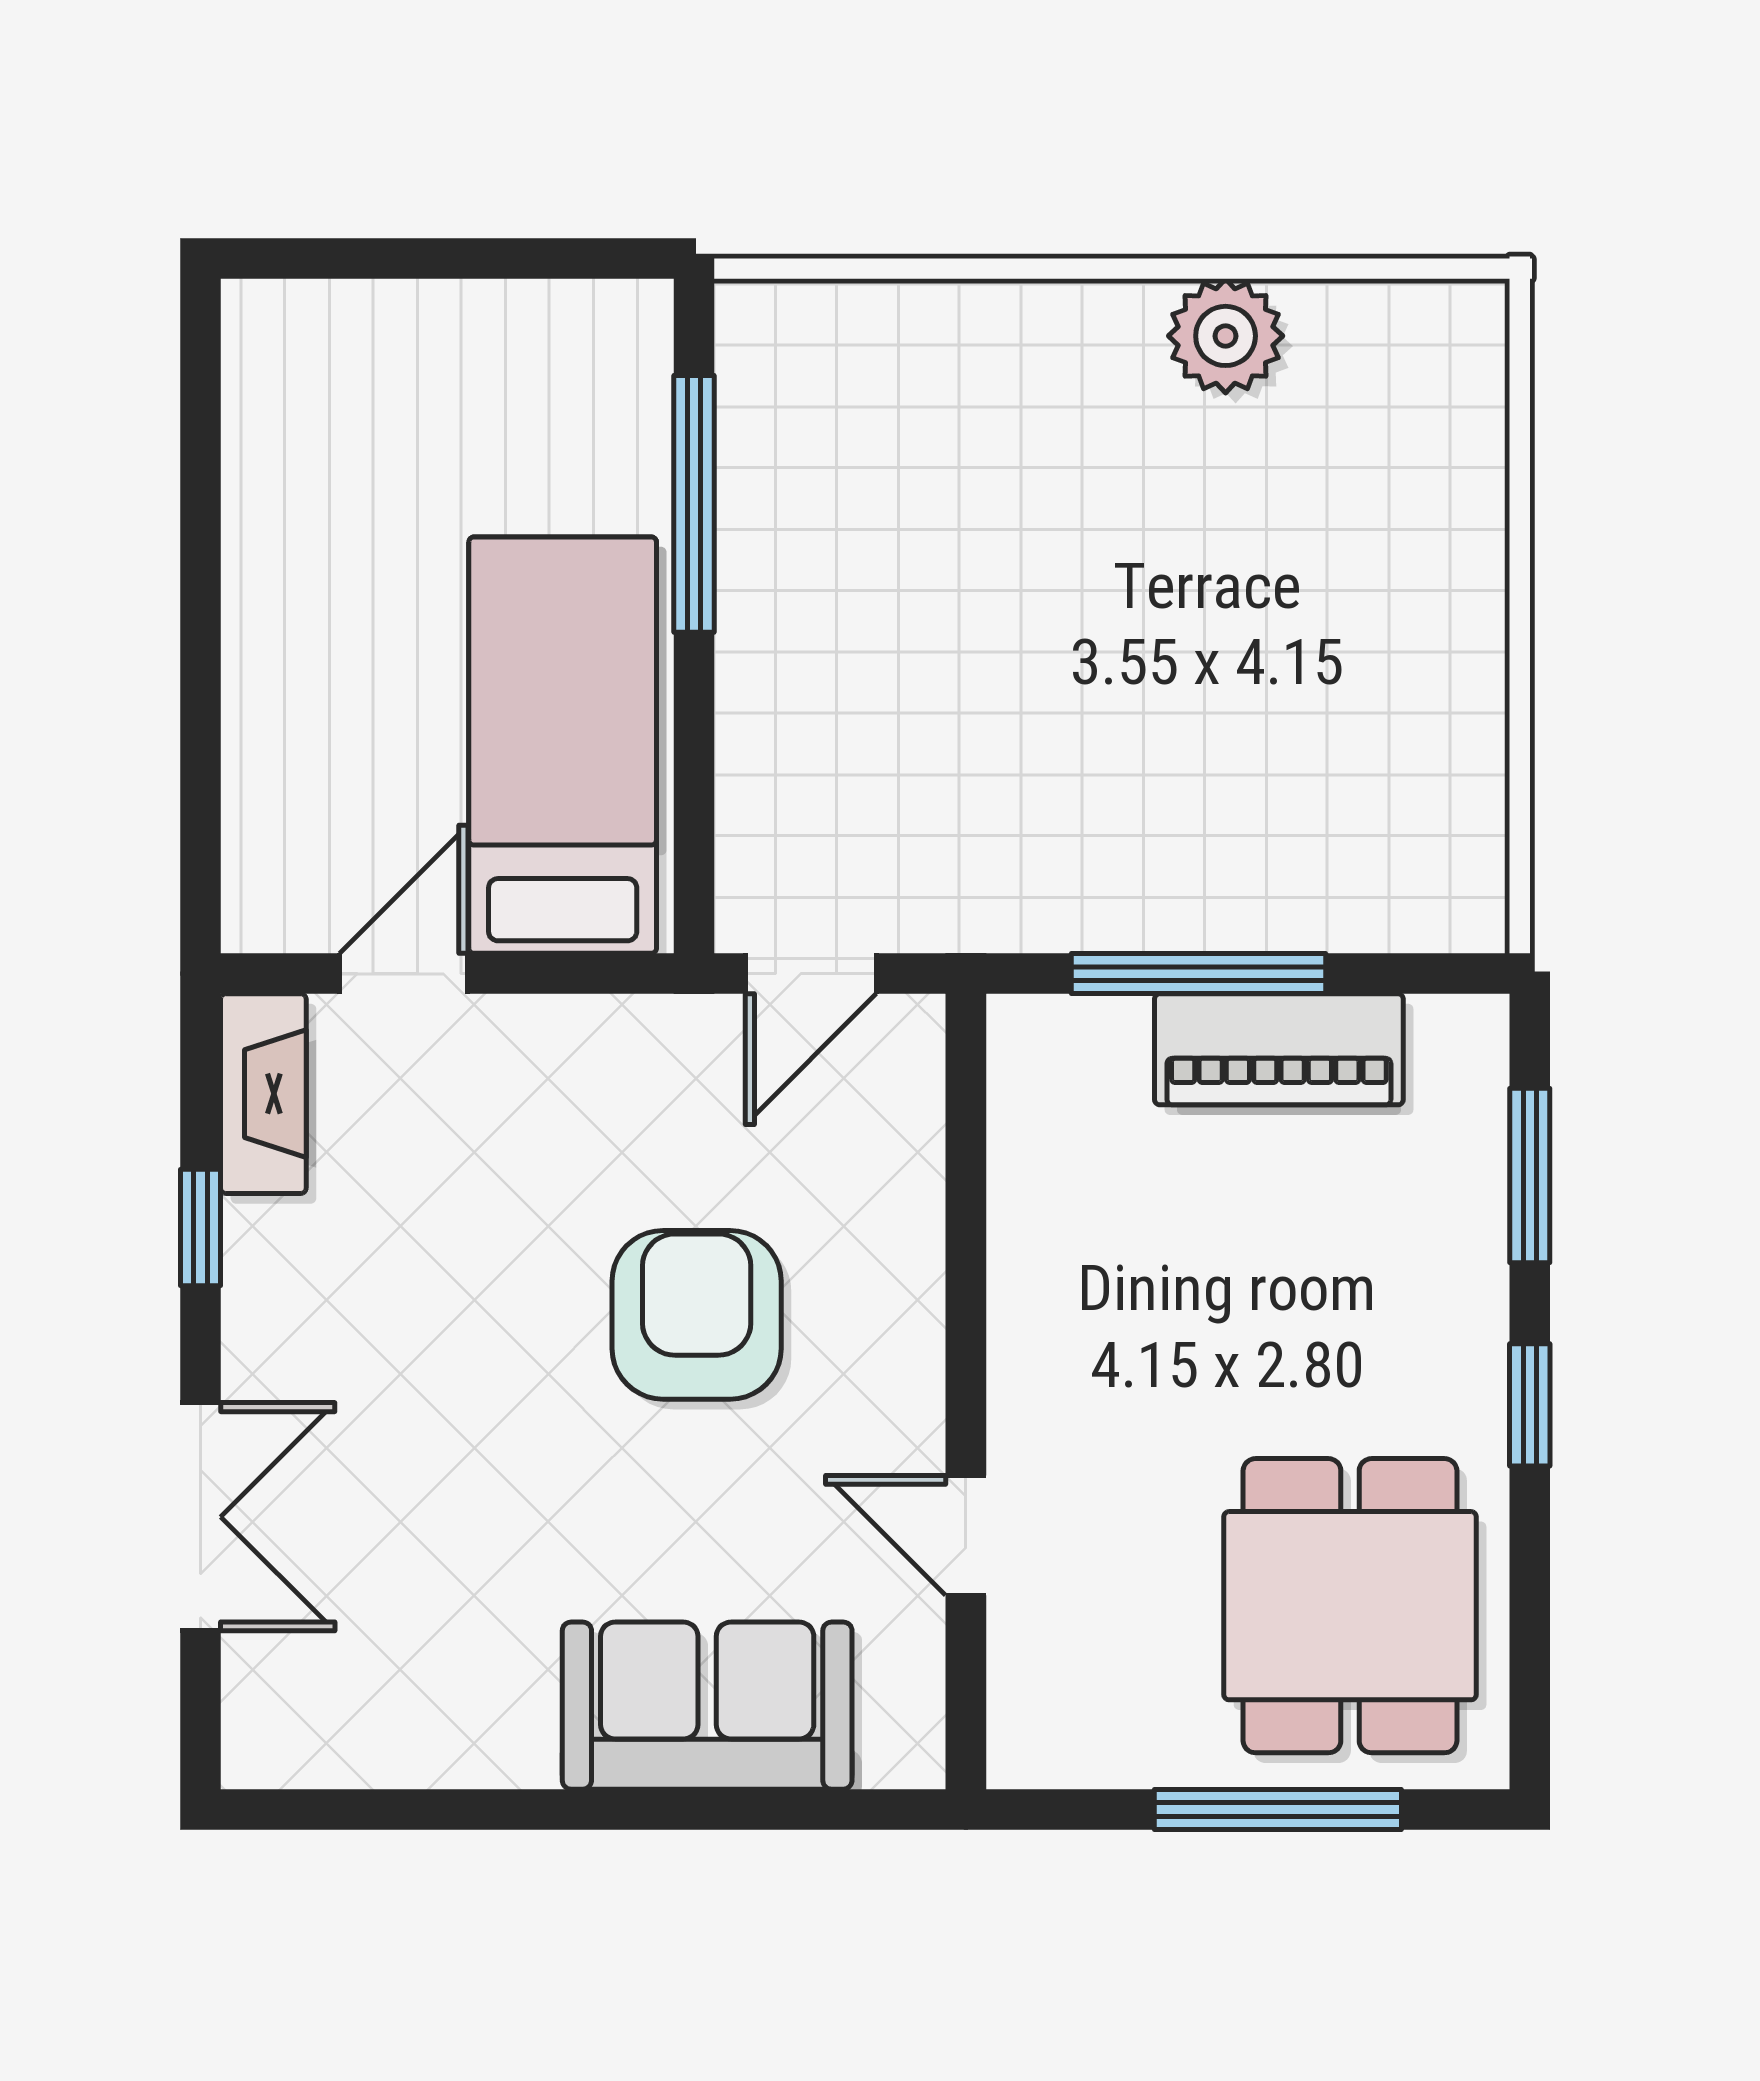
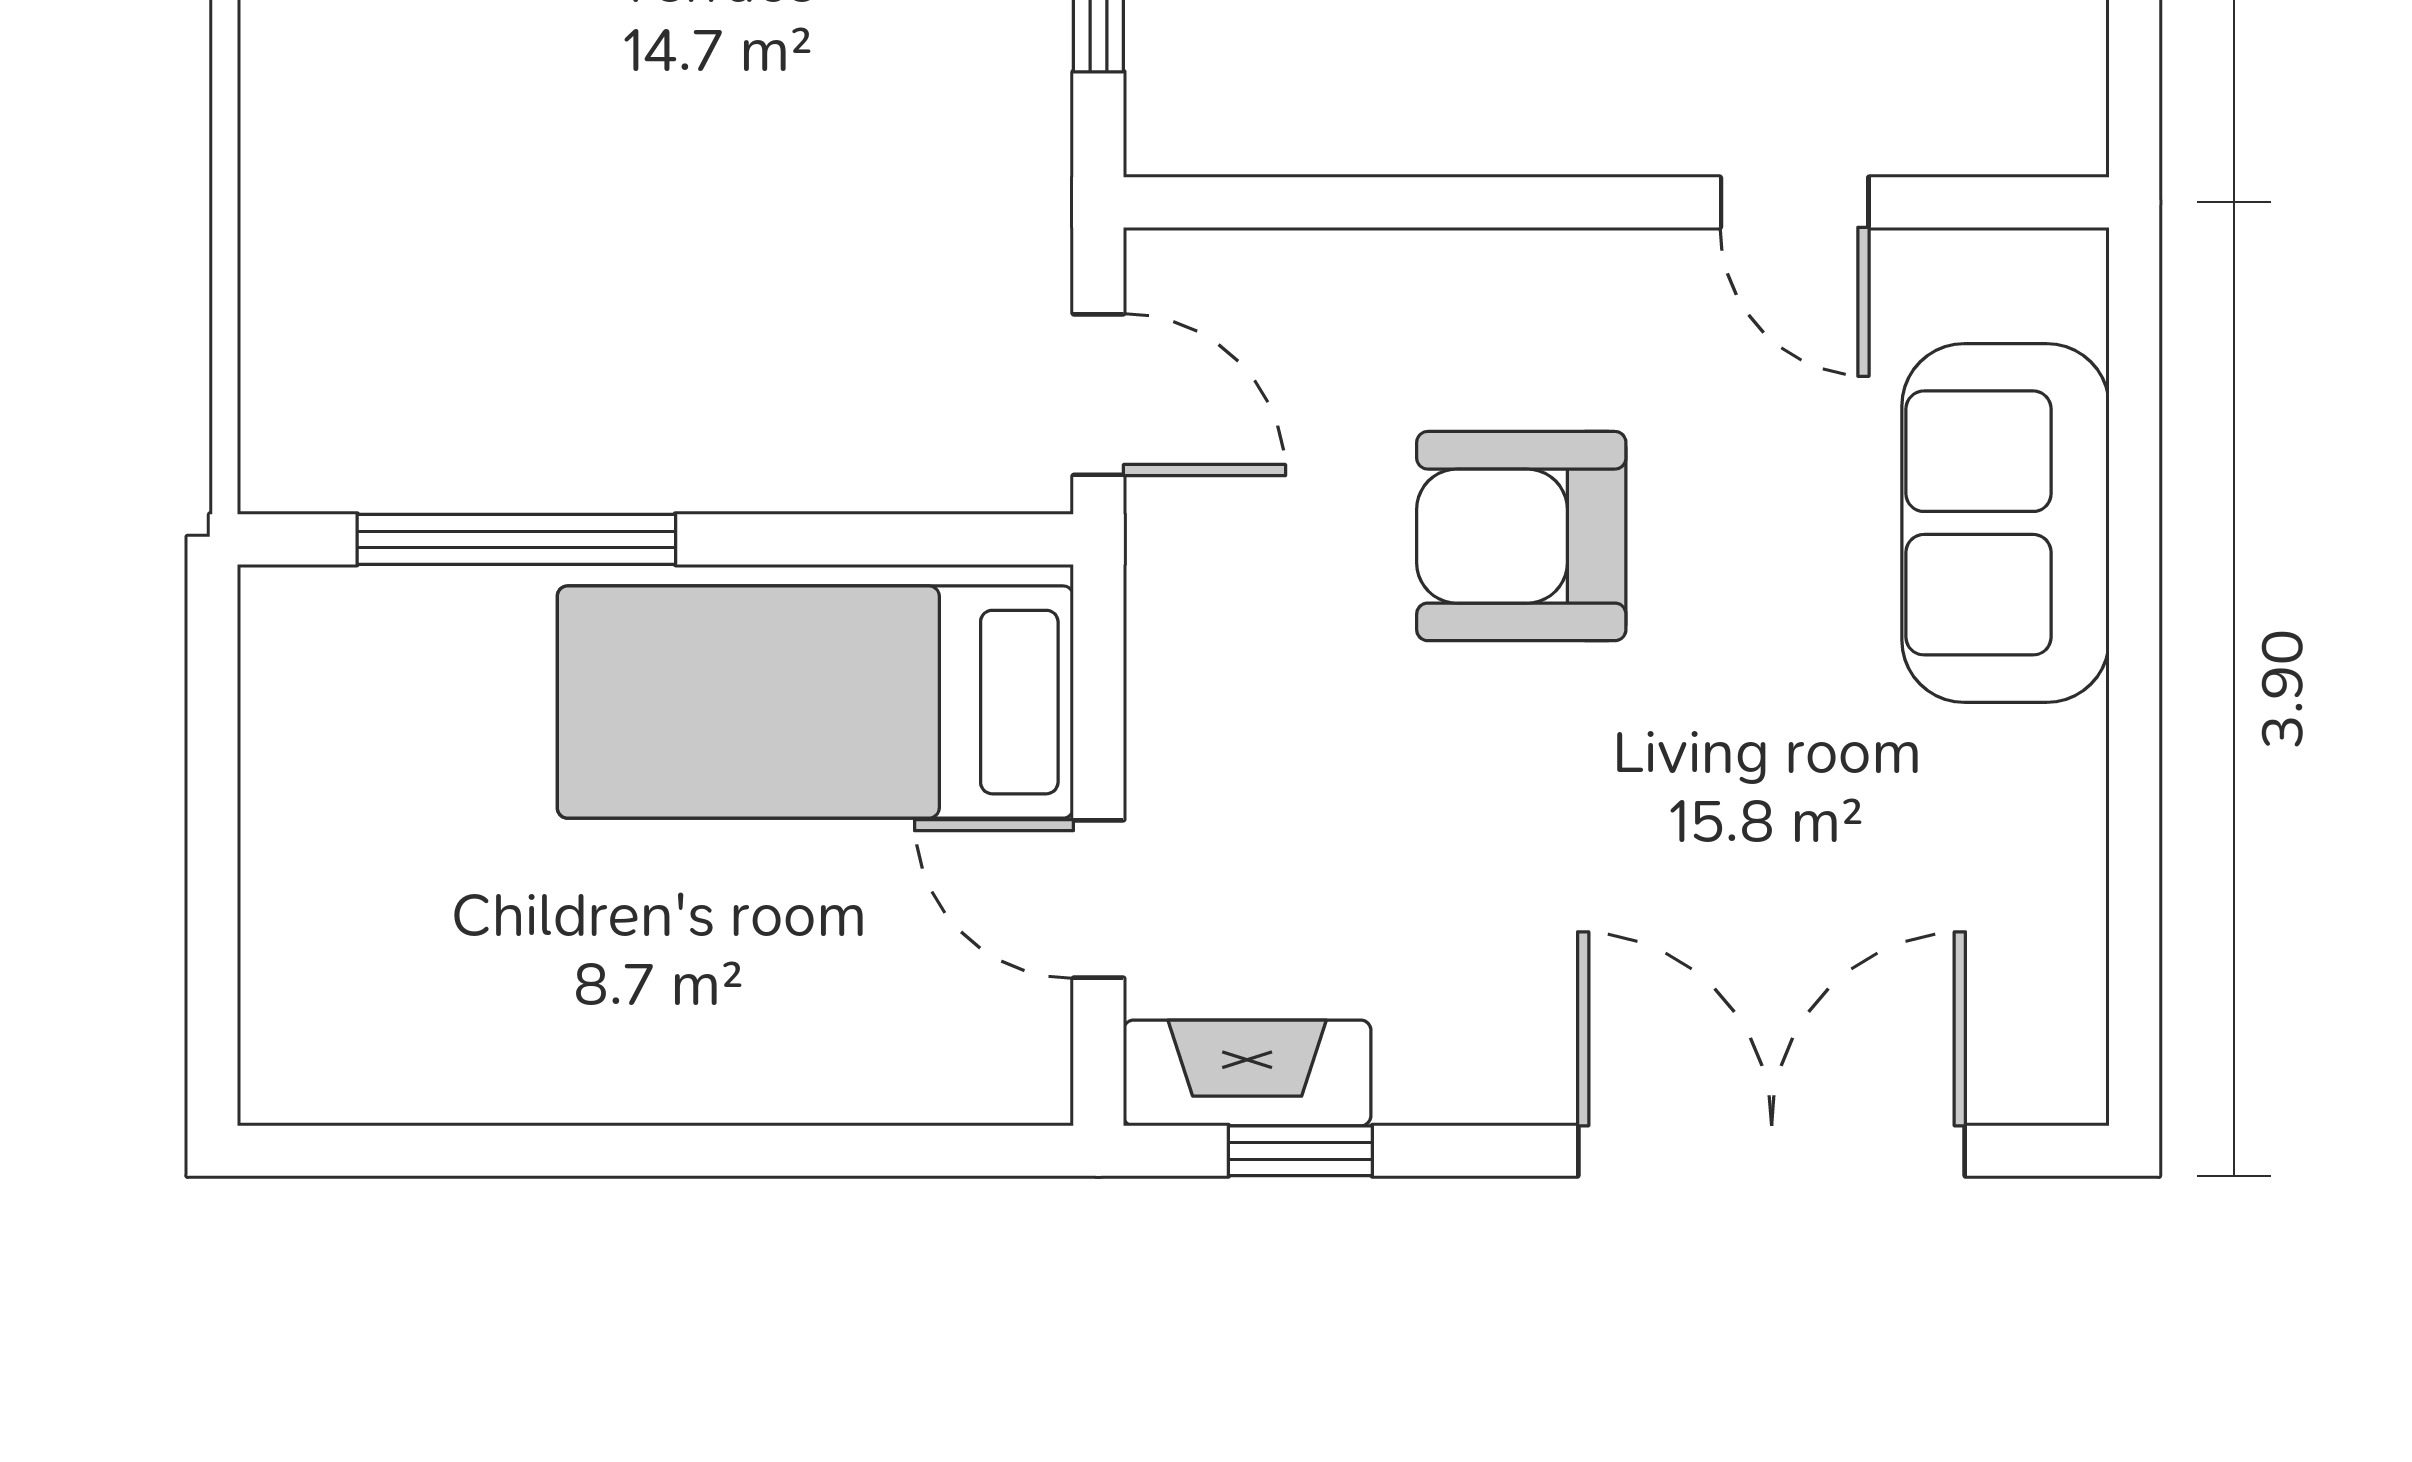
window: (201, 1228) -> (1300, 1151), moved
double door: (201, 1517) -> (1772, 1151), width x1.37
door: (966, 1535) -> (1795, 202), hinge flipped

